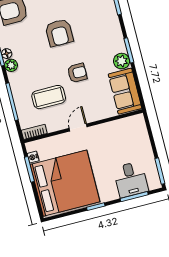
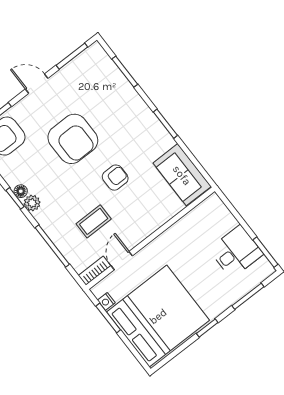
armchair: (59, 33) -> (73, 139), width x1.36, depth x1.36
plant: (122, 61) -> (162, 140), removed
coffee table: (49, 97) -> (94, 221), width x0.73, depth x0.77
door: (78, 128) -> (122, 261), moved
desk: (131, 179) -> (236, 252), moved, turned -90

